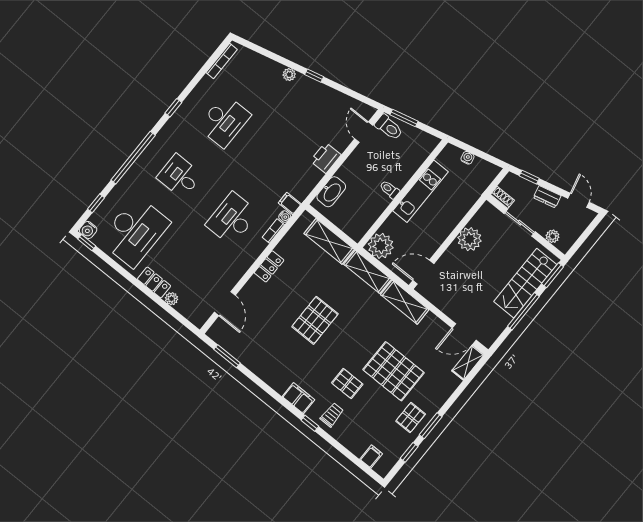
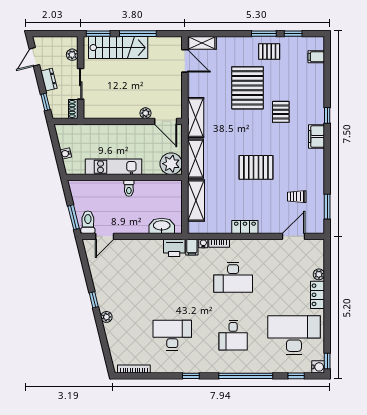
printer: (326, 158) -> (174, 248), moved
plant: (470, 239) -> (145, 113), moved, width x0.53, depth x0.53
trolley: (332, 415) -> (297, 197), moved

